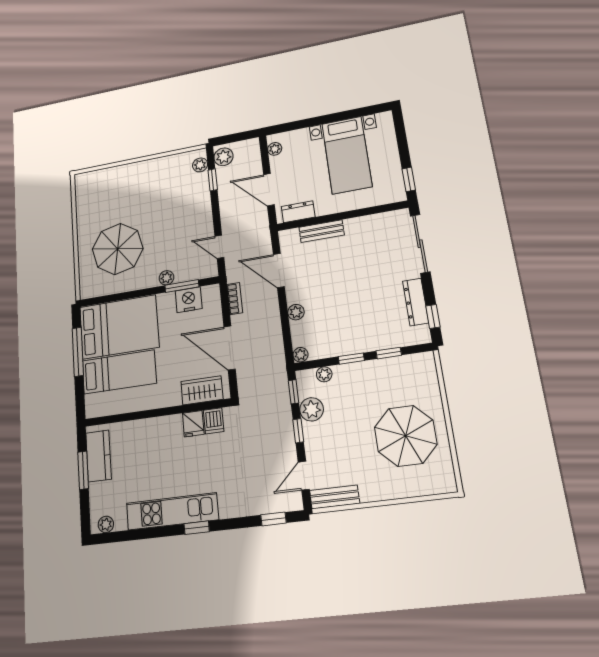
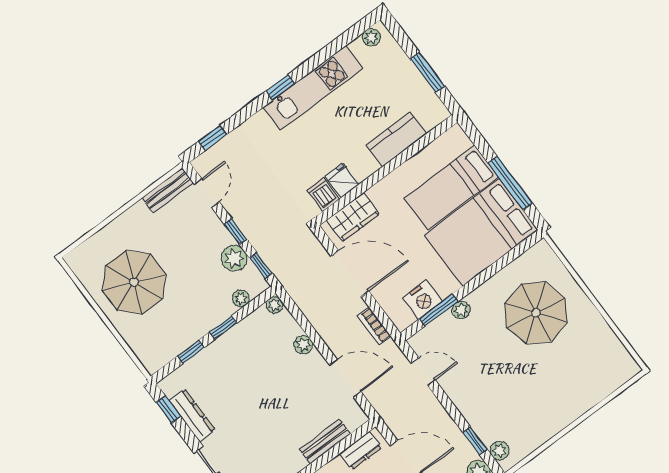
kitchen counter: (99, 456) -> (396, 139), moved, turned 90

